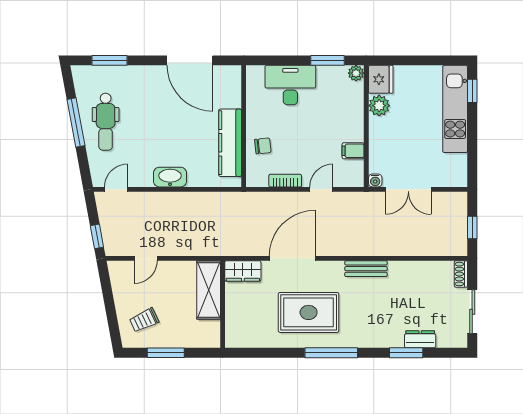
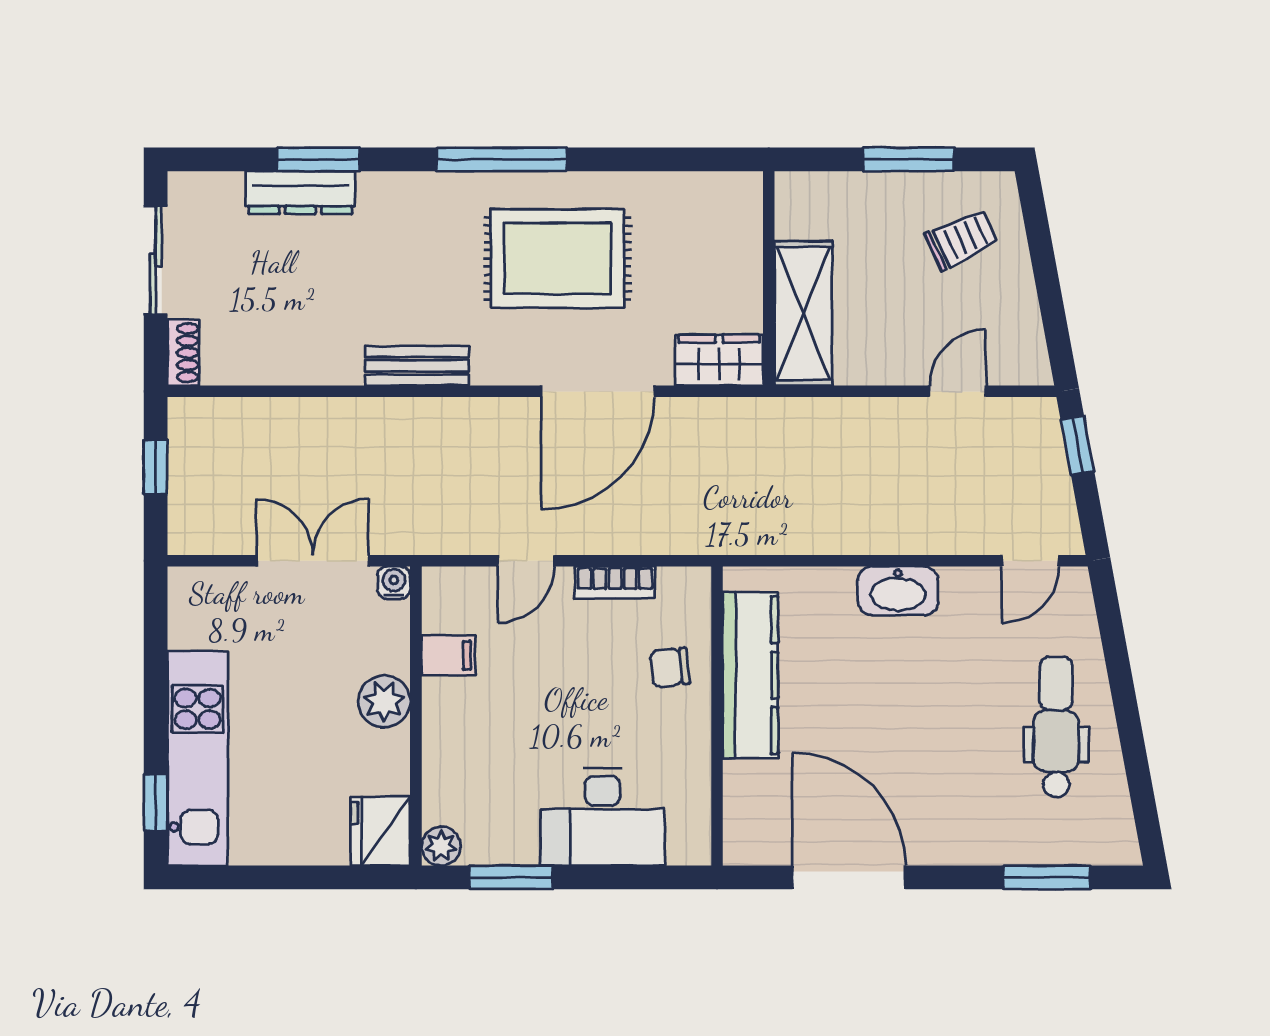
plant: (379, 106) -> (384, 701), moved
window: (76, 123) -> (1129, 725), removed
dresser: (420, 339) -> (300, 193), width x1.44

